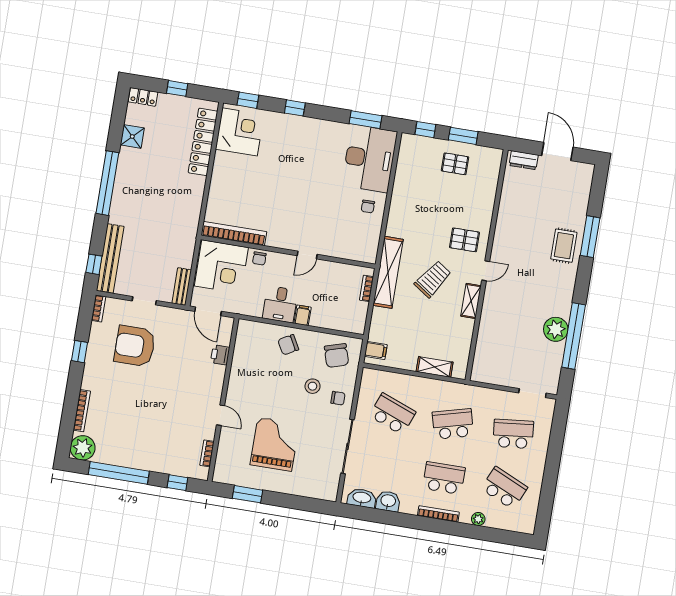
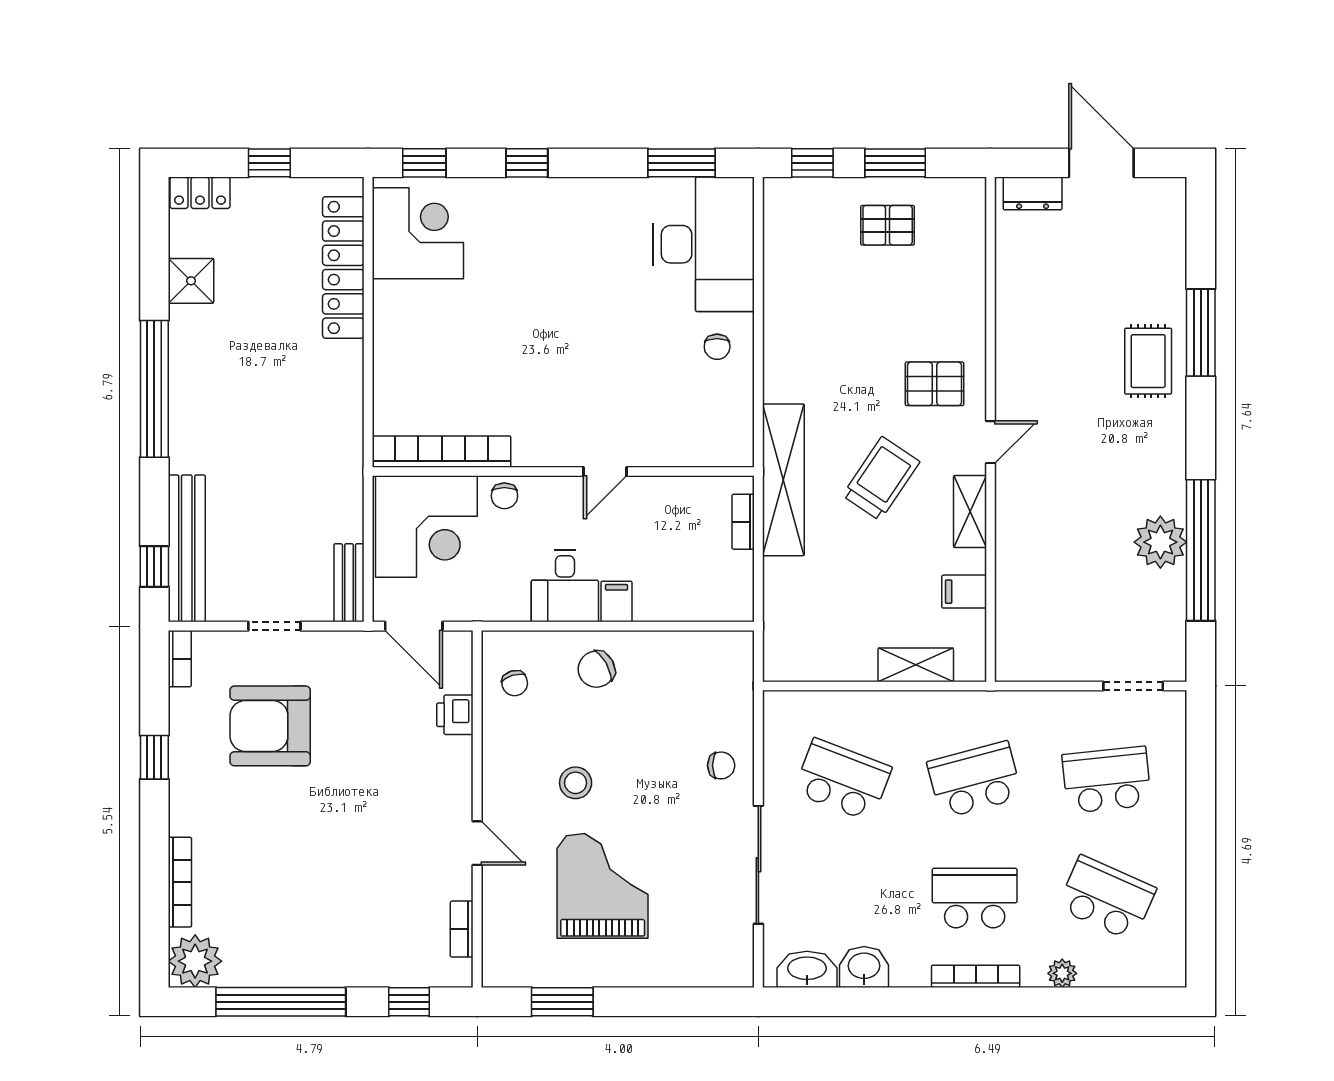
filing cabinet: (376, 350) -> (964, 592), moved, turned 180
chair: (336, 356) -> (515, 683), moved, width x0.54, depth x0.54
stool: (313, 386) -> (576, 783), moved

